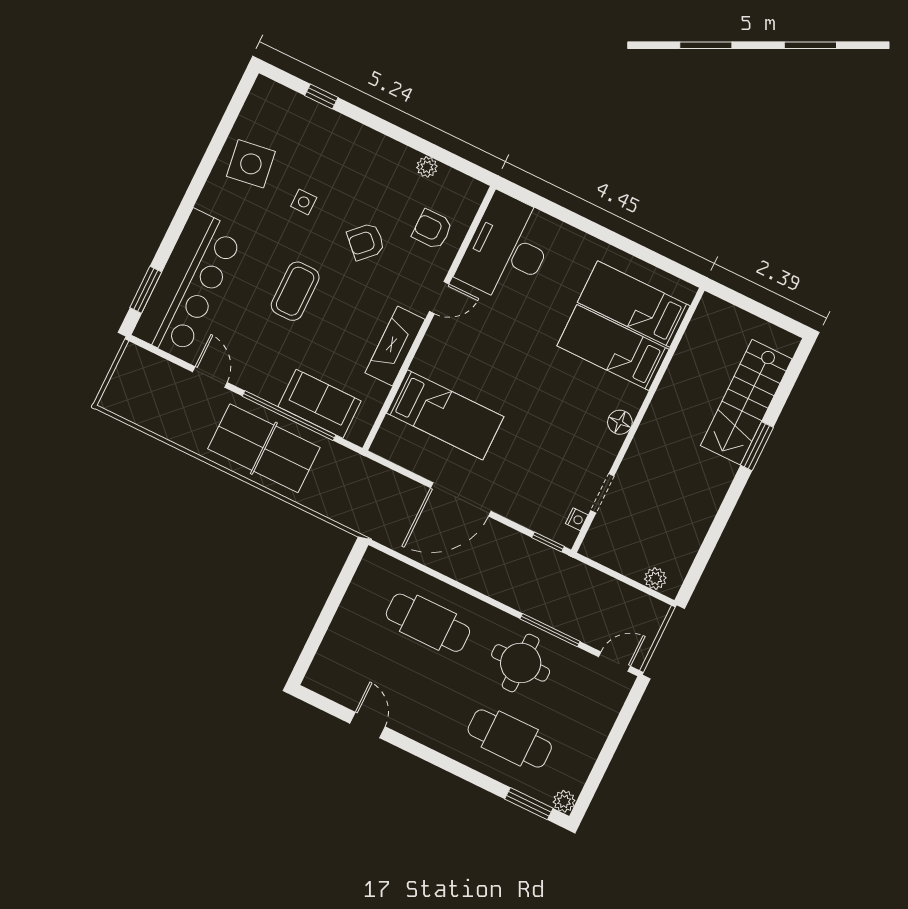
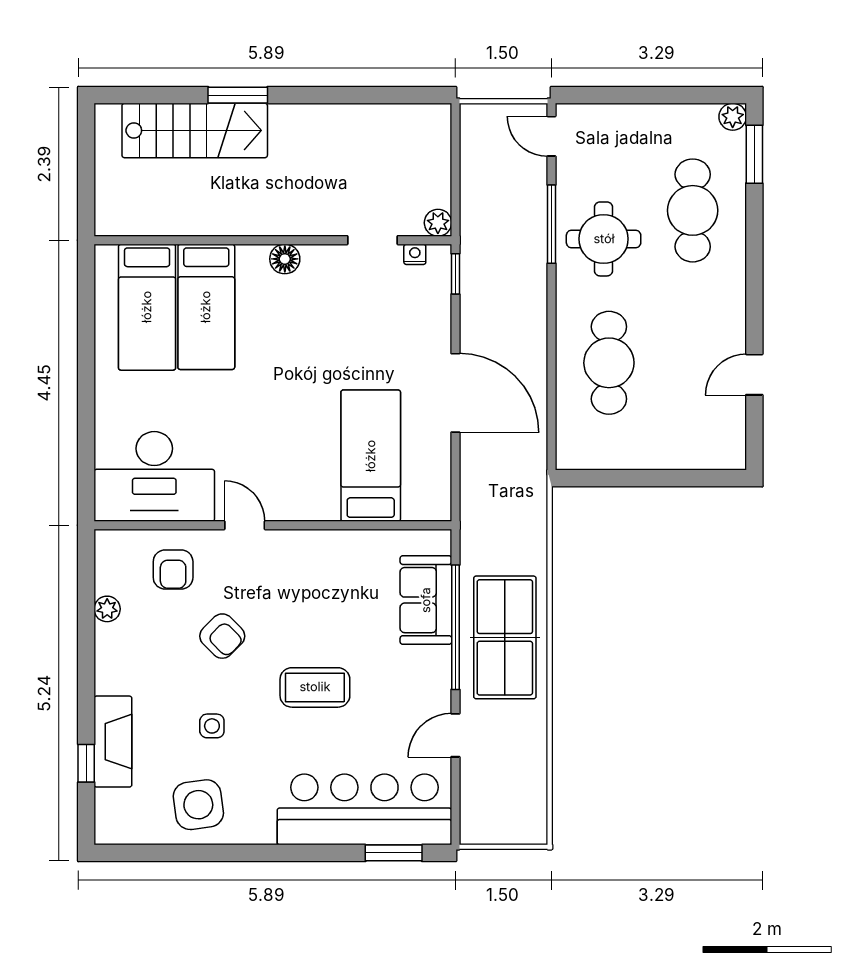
fireplace: (395, 346) -> (113, 742), moved, turned -90
plant: (655, 578) -> (438, 223), moved

